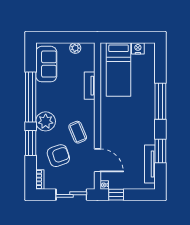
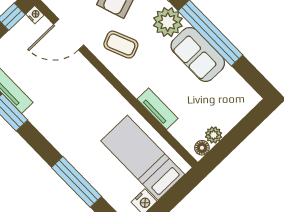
floor lamp: (86, 47) -> (202, 148), added
sofa: (46, 64) -> (198, 54), moved
window: (160, 101) -> (77, 182), moved

